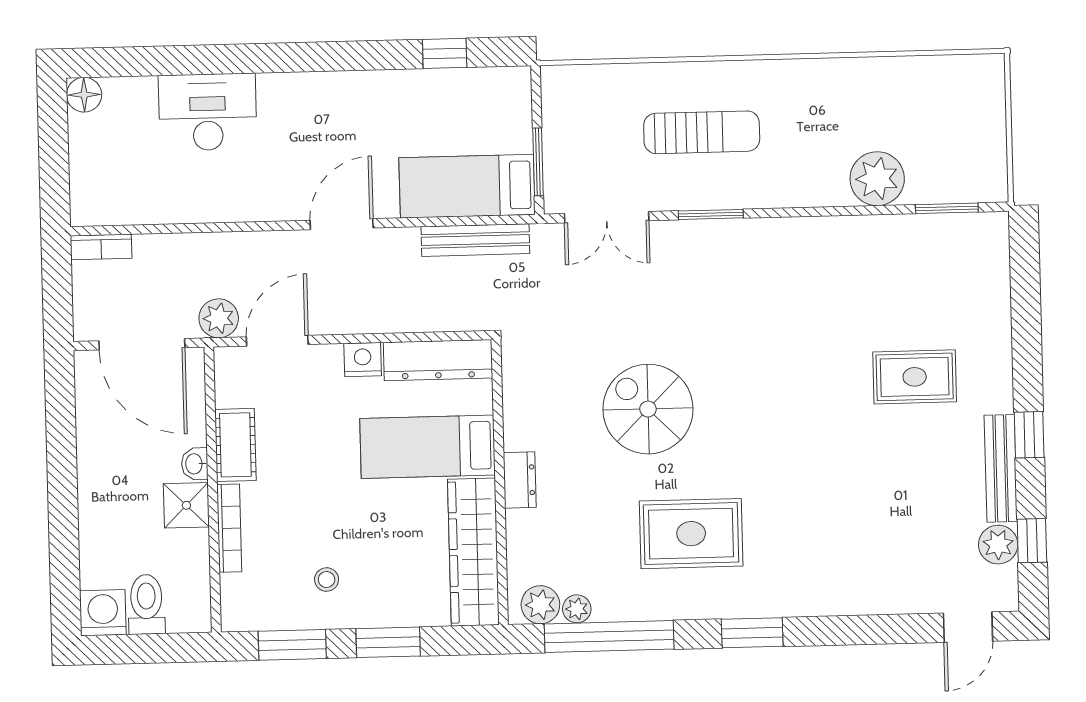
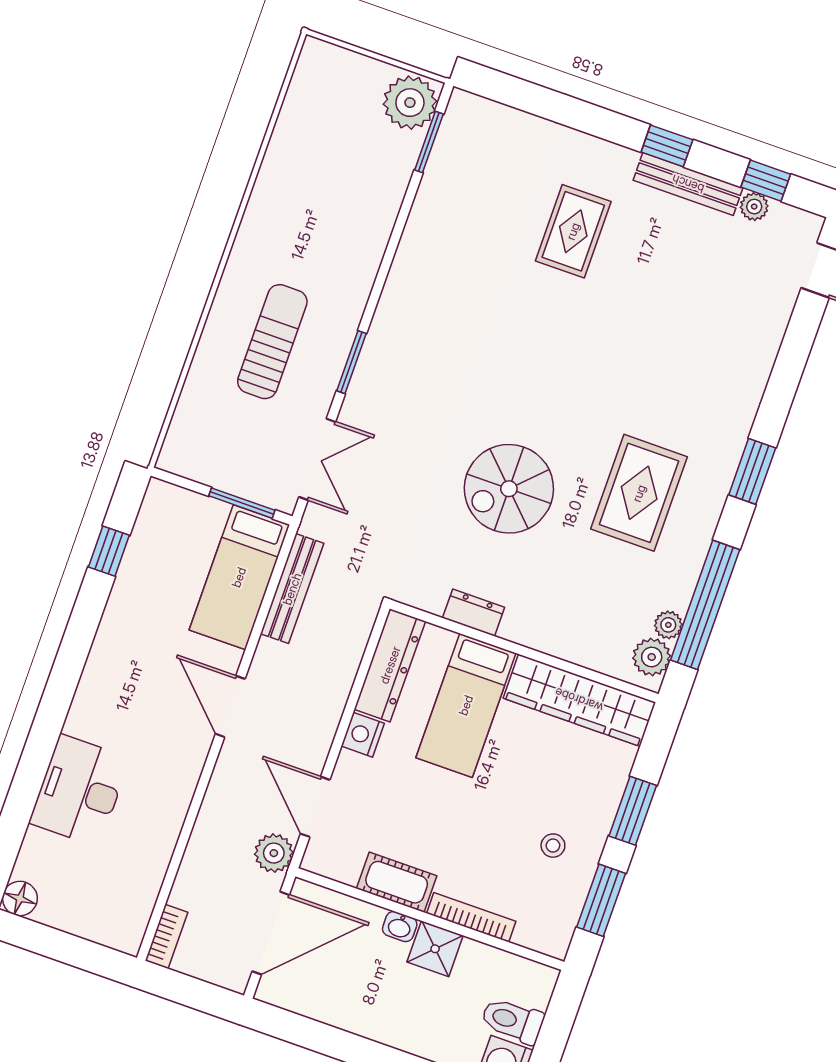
plant: (877, 179) -> (410, 103), moved
dresser: (520, 480) -> (474, 613), moved
plant: (998, 545) -> (754, 207), width x0.73, depth x0.73

